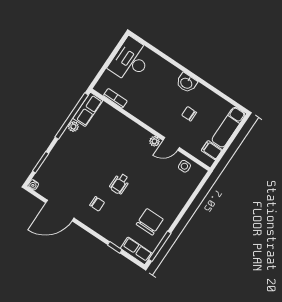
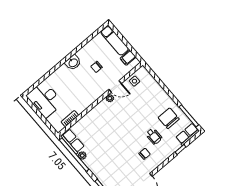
door: (171, 144) -> (115, 86), hinge flipped
wheelchair: (120, 184) -> (154, 136), moved

